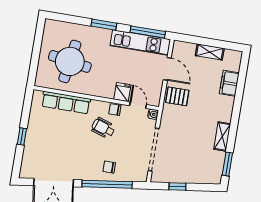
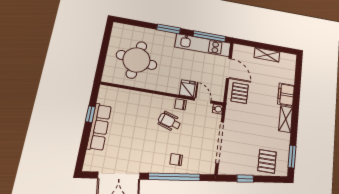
filing cabinet: (229, 83) -> (286, 95), moved
pallet: (177, 96) -> (240, 93), turned 90
row of seats: (66, 103) -> (99, 127), moved, turned -90
window: (22, 137) -> (90, 114), moved
shelving: (222, 137) -> (286, 119), moved
pallet: (201, 169) -> (267, 161), added

